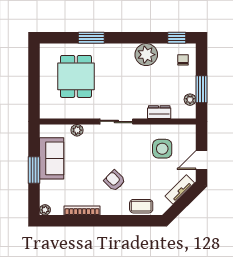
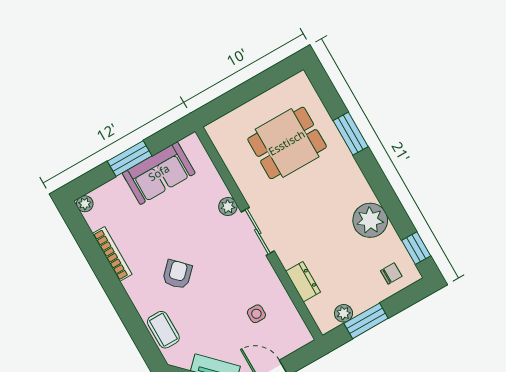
plant: (77, 130) -> (228, 207), moved
side table: (162, 149) -> (256, 314), width x0.54, depth x0.54

